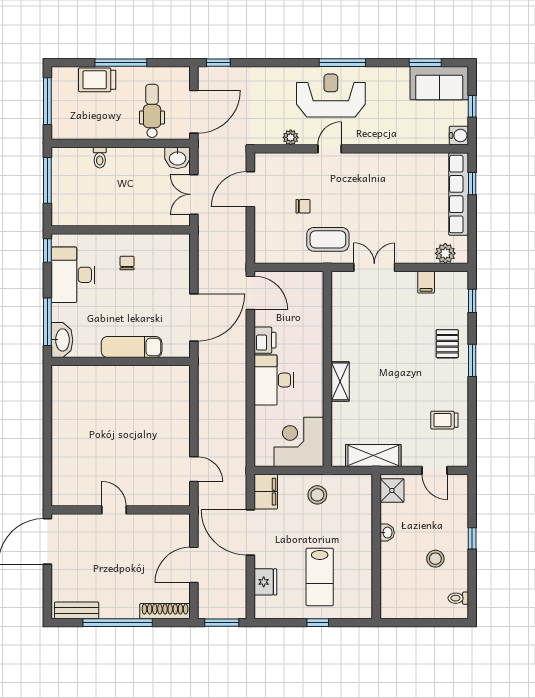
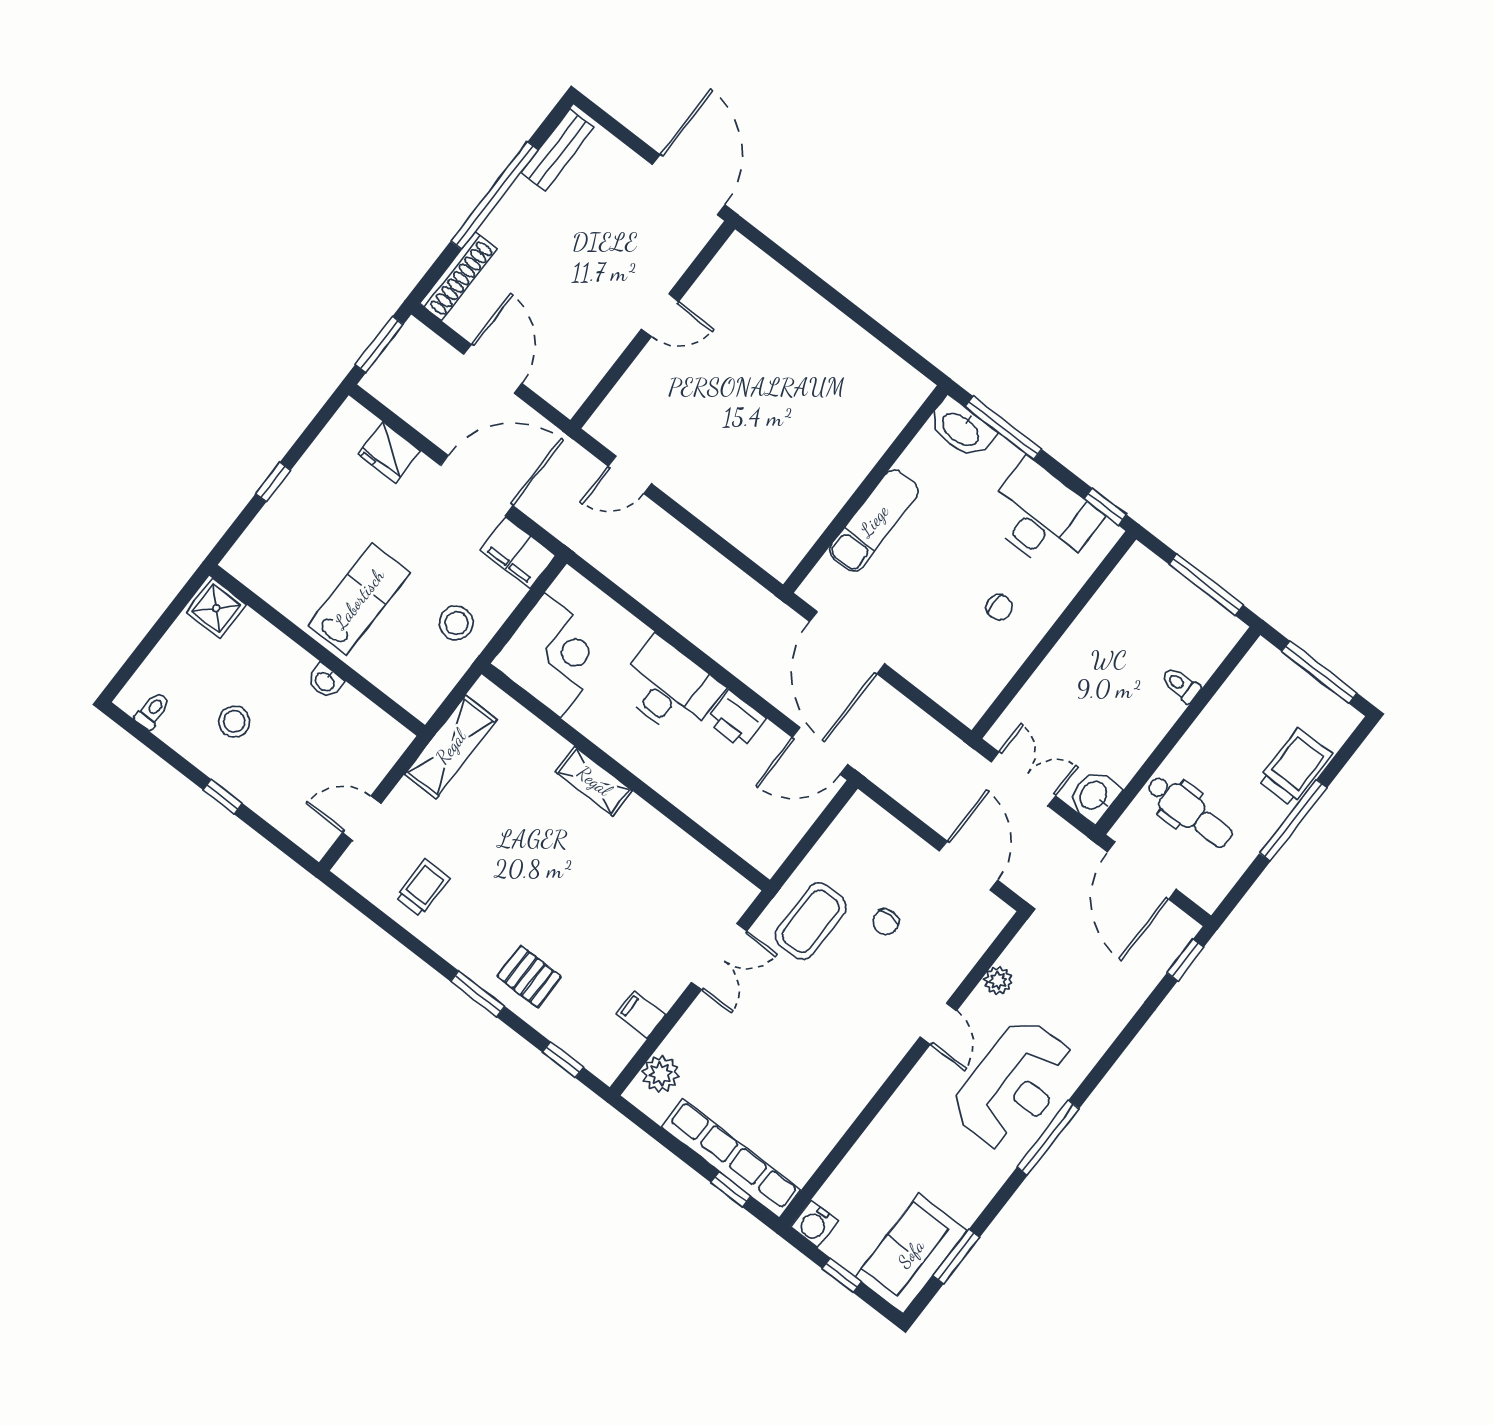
shower: (392, 490) -> (216, 608), moved
lab bench: (320, 577) -> (359, 599), moved, turned 90

